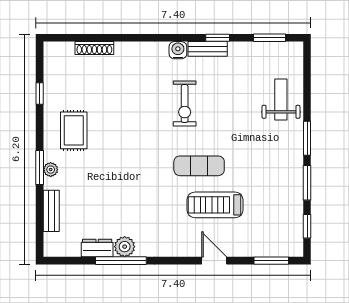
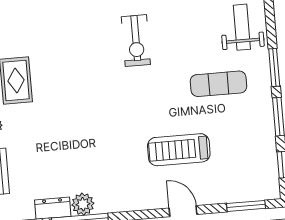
exercise mat: (199, 166) -> (219, 84), moved

